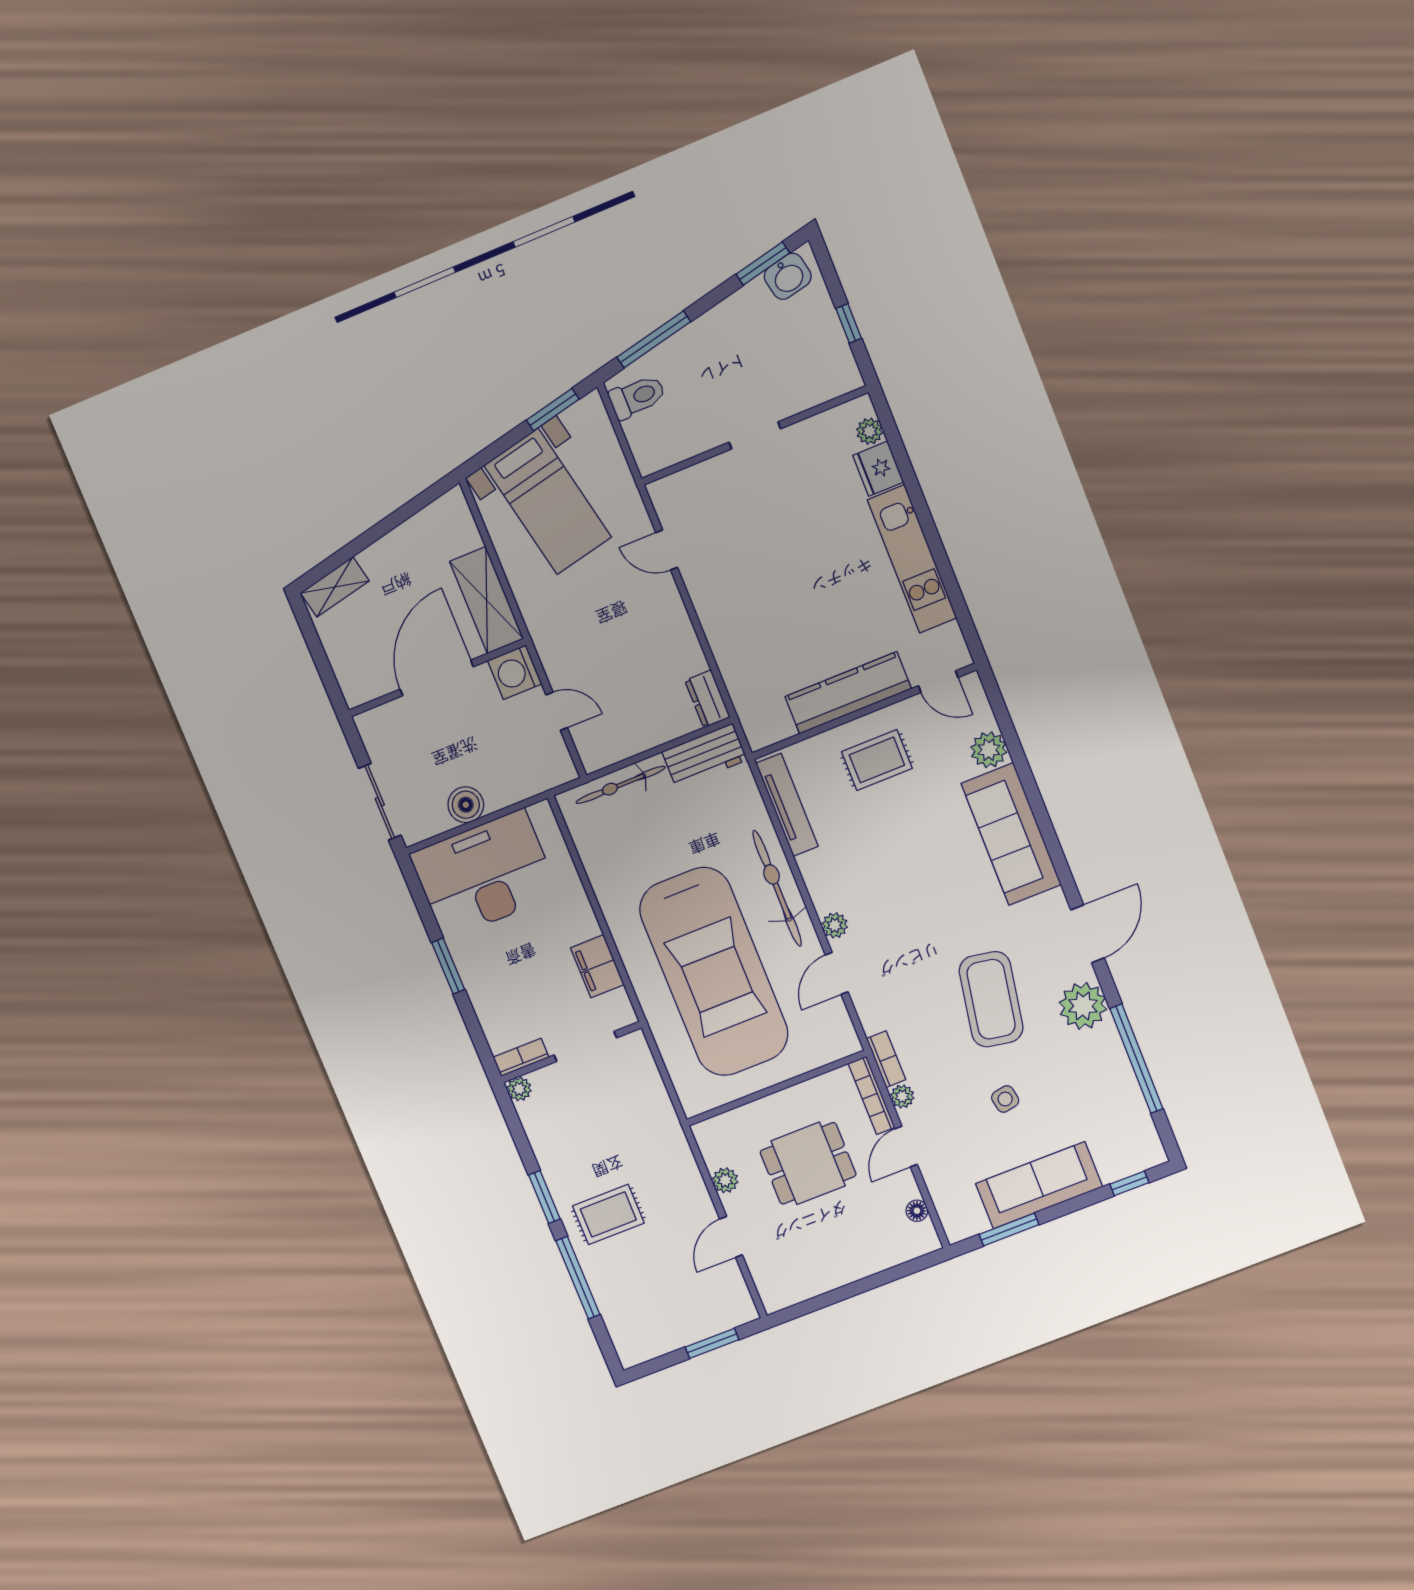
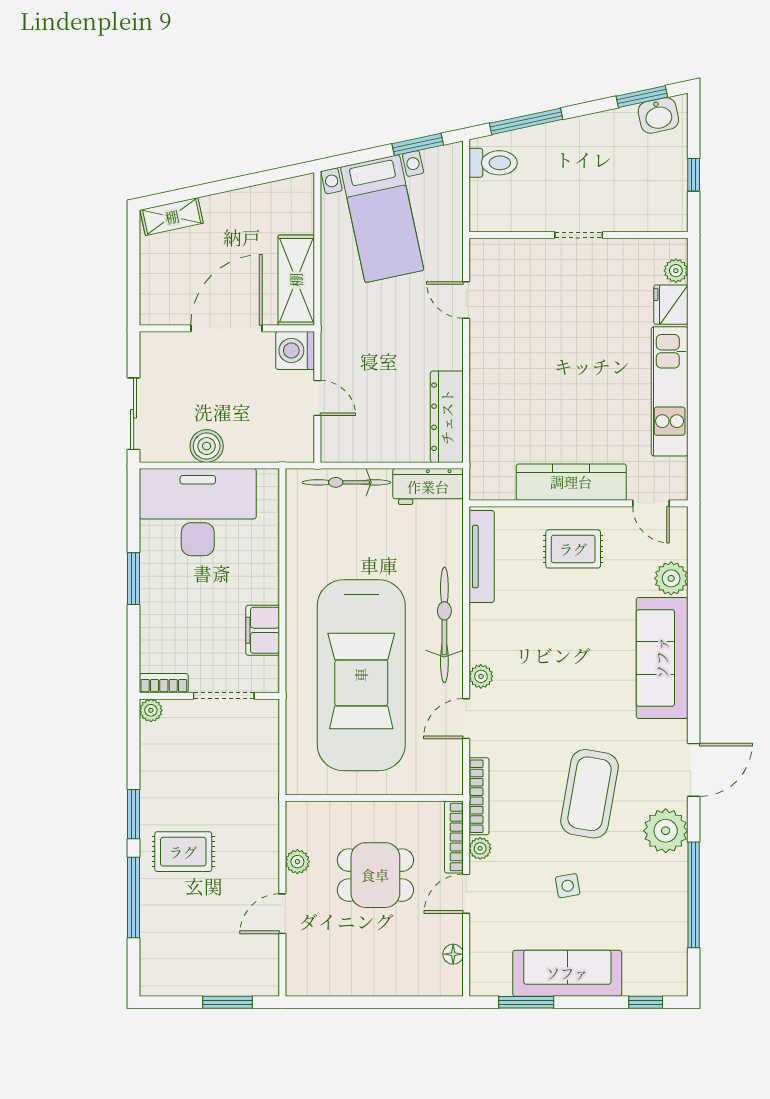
dresser: (707, 699) -> (447, 417), width x1.96, depth x1.24
bookcase: (886, 1059) -> (479, 796), width x1.56

